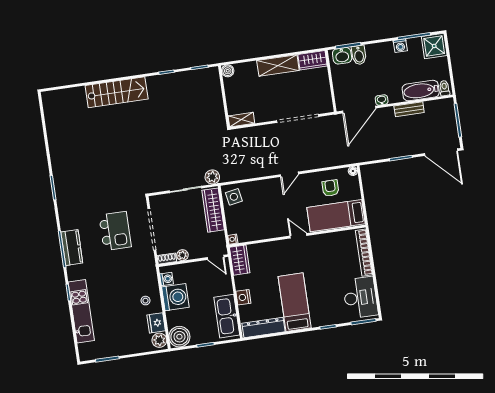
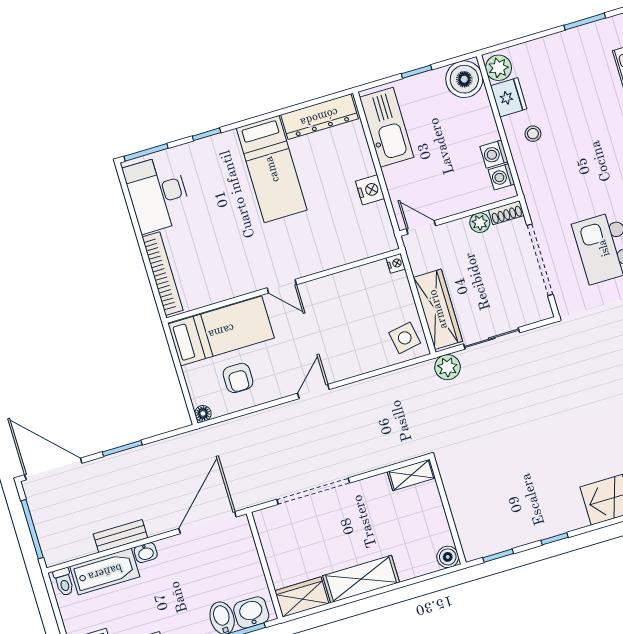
washbasin: (382, 100) -> (146, 553), moved
wardrobe: (240, 260) -> (378, 229), removed
washing machine: (175, 297) -> (494, 154), width x0.53, depth x0.53
nightstand: (243, 297) -> (370, 190), moved

